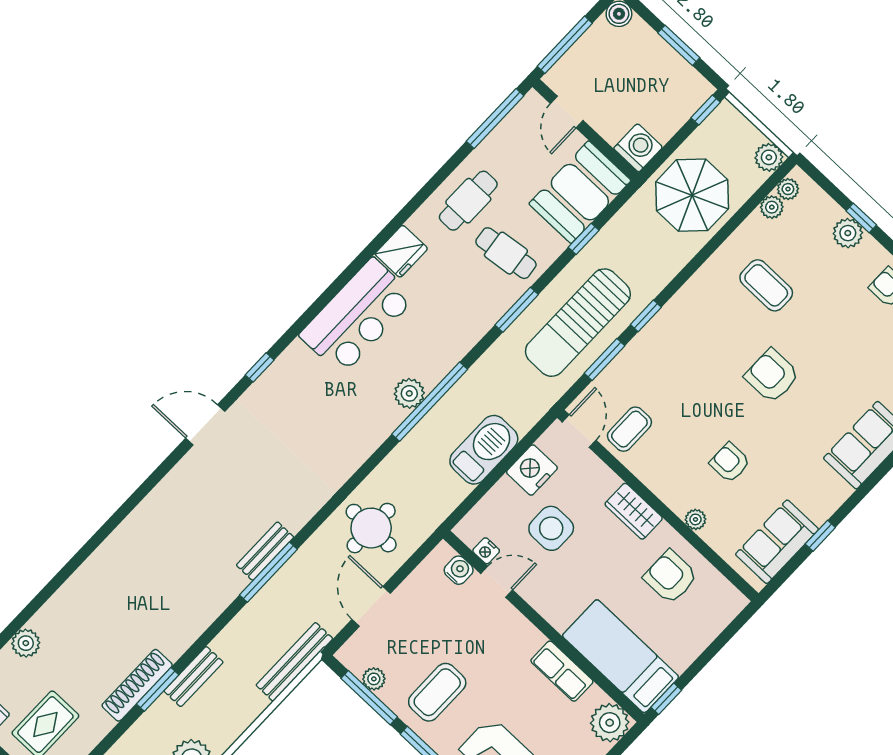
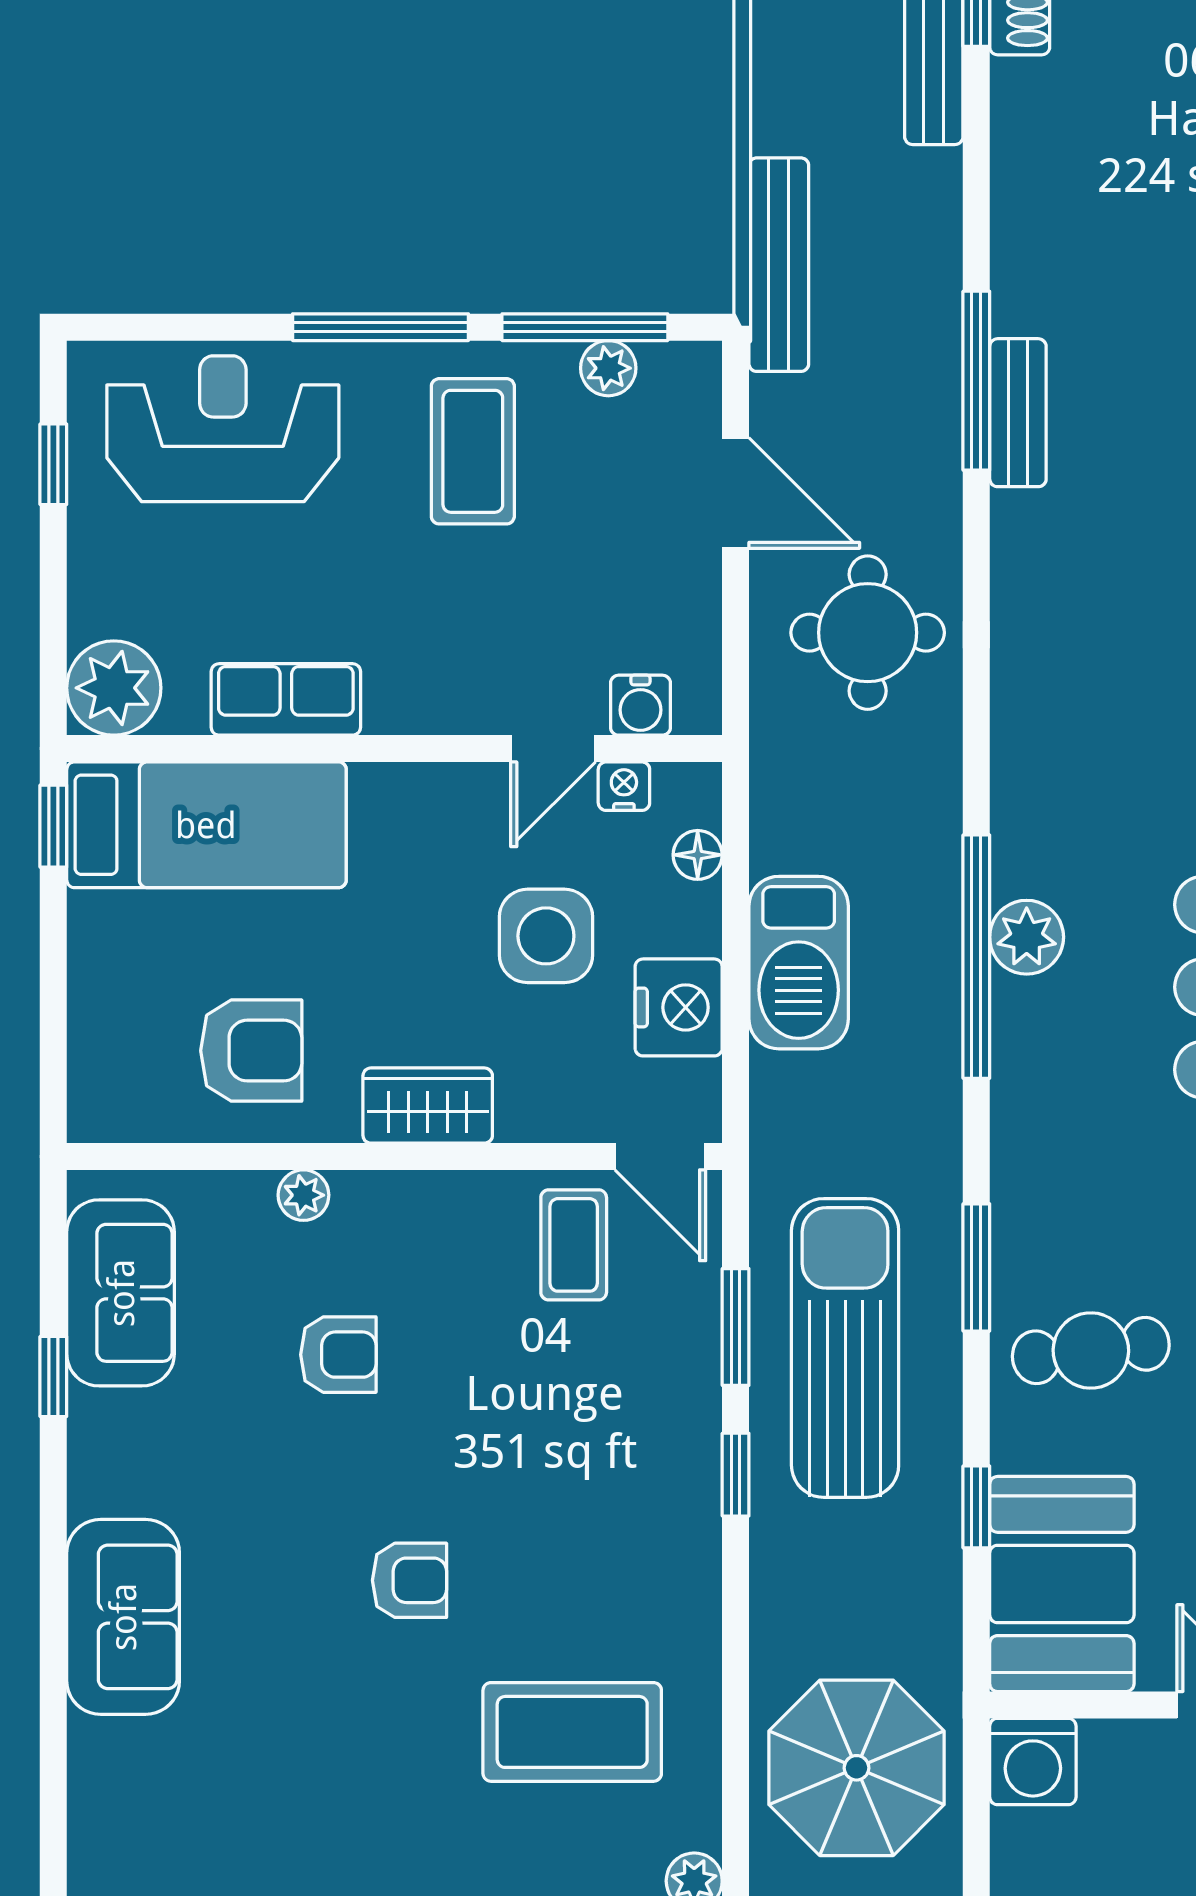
coffee table: (766, 285) -> (572, 1732), width x1.36, depth x1.32
armchair: (772, 376) -> (409, 1580), width x0.72, depth x0.72
floor lamp: (484, 510) -> (698, 855), added

